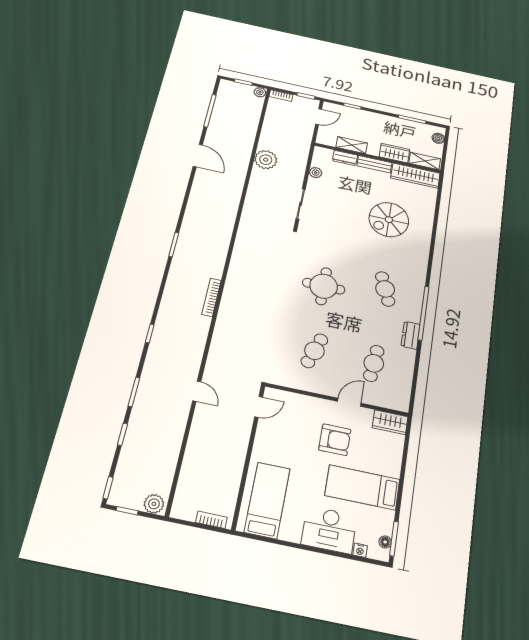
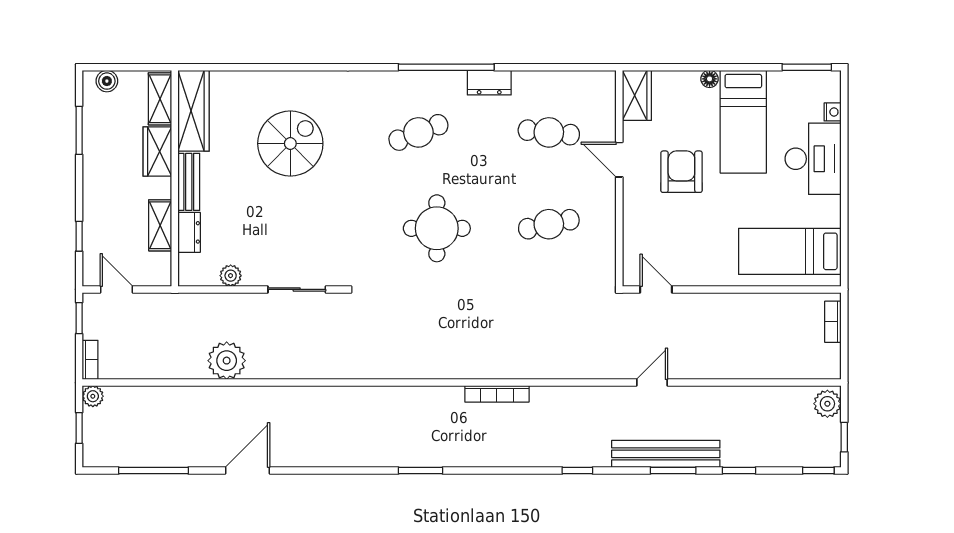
spiral stairs: (389, 220) -> (290, 143), turned -90
cafe table: (314, 351) -> (549, 224), turned -30
bench: (146, 390) -> (666, 454), added
floor lamp: (385, 542) -> (710, 79), moved

